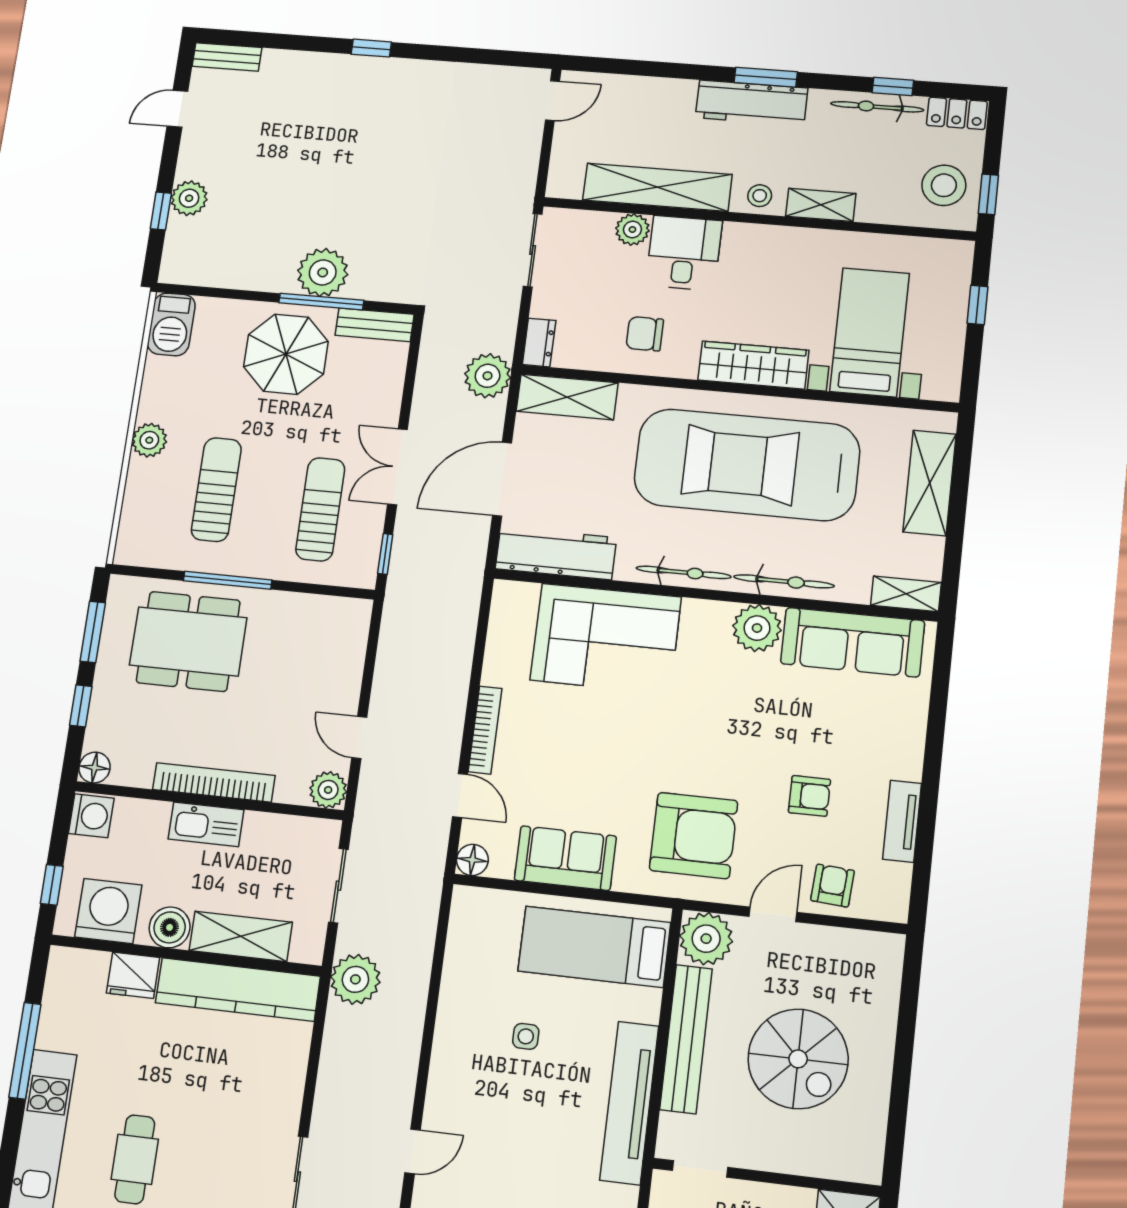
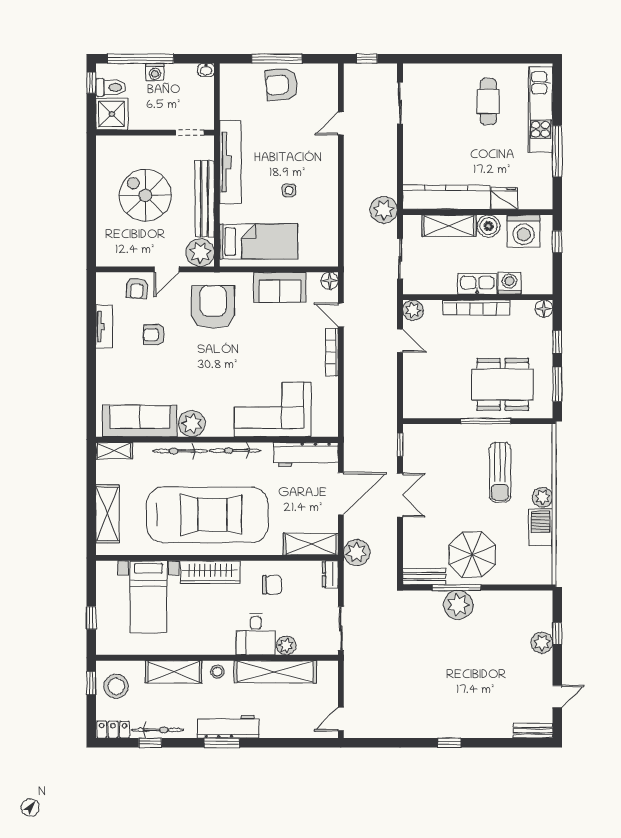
shelving: (821, 205) -> (174, 672), width x1.50, depth x1.33
barbecue: (171, 324) -> (541, 527), moved
sun lounger: (320, 509) -> (440, 467), removed
washing machine: (91, 816) -> (509, 283), moved, turned 90
armchair: (694, 835) -> (213, 307), turned 90

